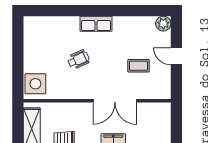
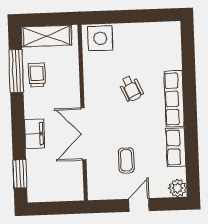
row of seats: (96, 24) -> (174, 99), width x1.48
row of seats: (129, 24) -> (176, 147), added

